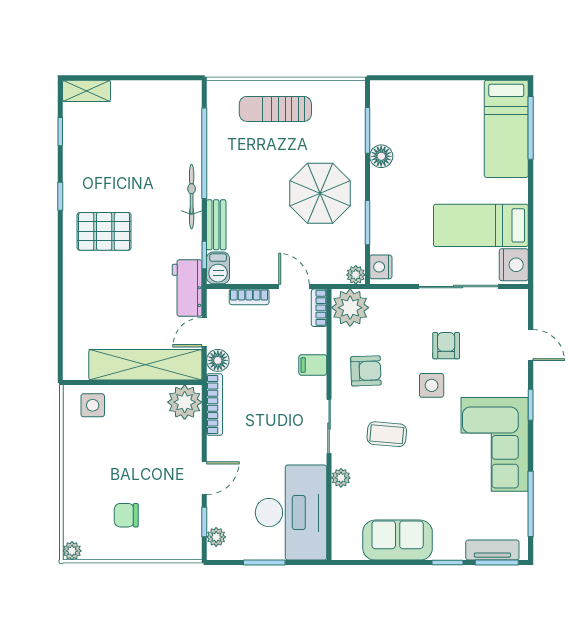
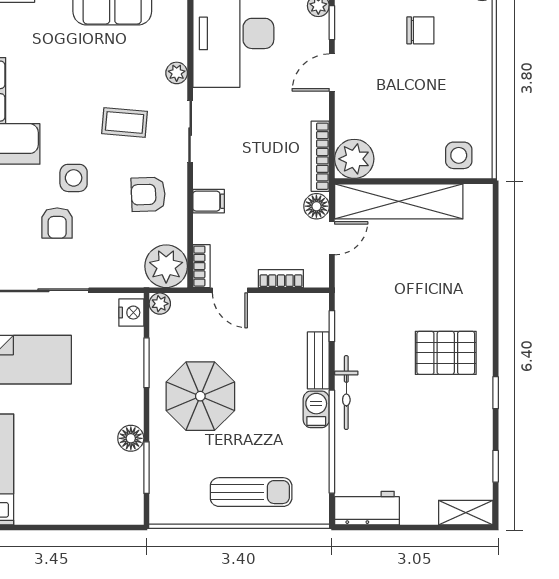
barbecue: (218, 268) -> (316, 409), moved
workbench: (187, 288) -> (367, 508), moved, turned -90

